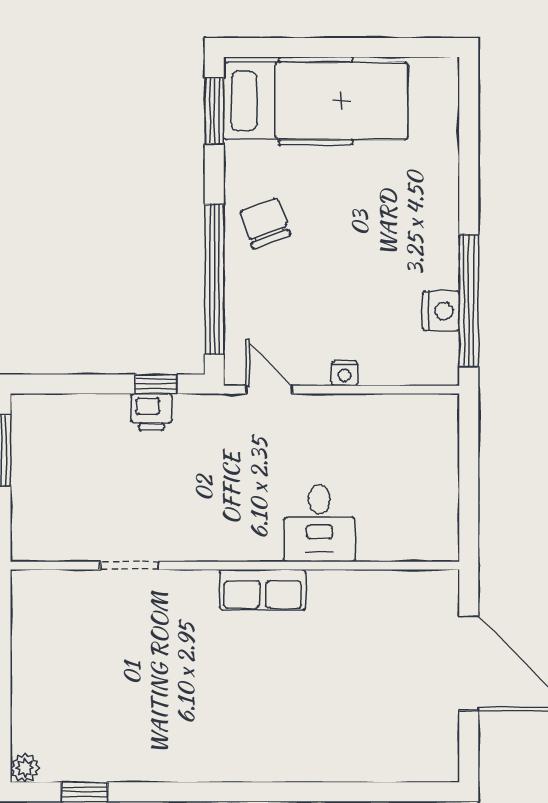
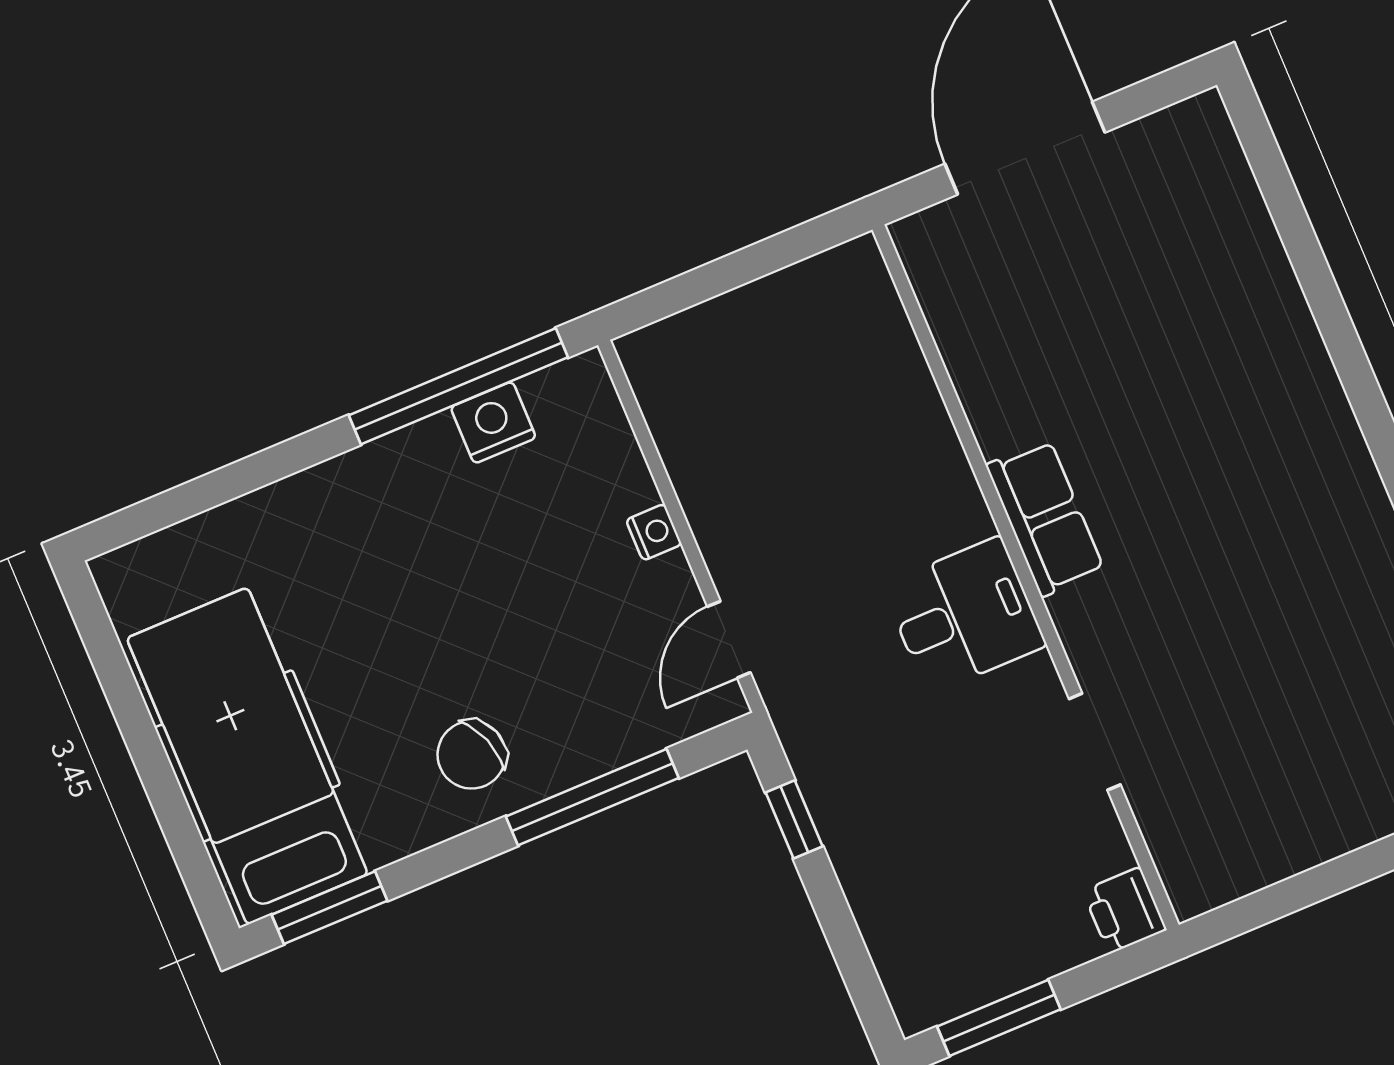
window: (214, 279) -> (592, 797), width x0.68
printer: (151, 412) -> (1125, 910), moved, turned 180
desk: (319, 523) -> (964, 615), moved

